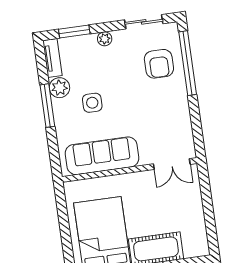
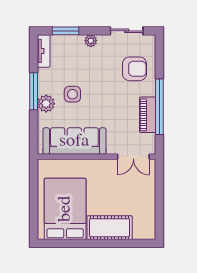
window: (188, 63) -> (159, 107), moved
armchair: (159, 64) -> (134, 69), turned -90
plant: (59, 88) -> (46, 104), moved
piano: (181, 114) -> (148, 115), added

